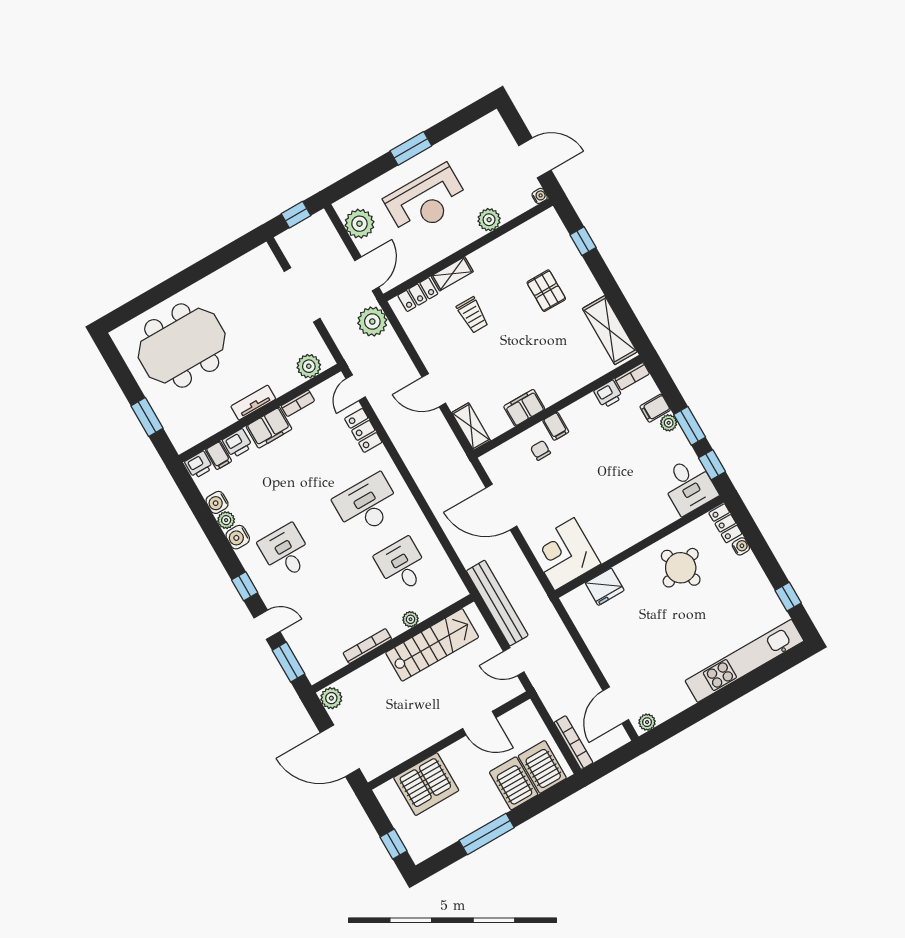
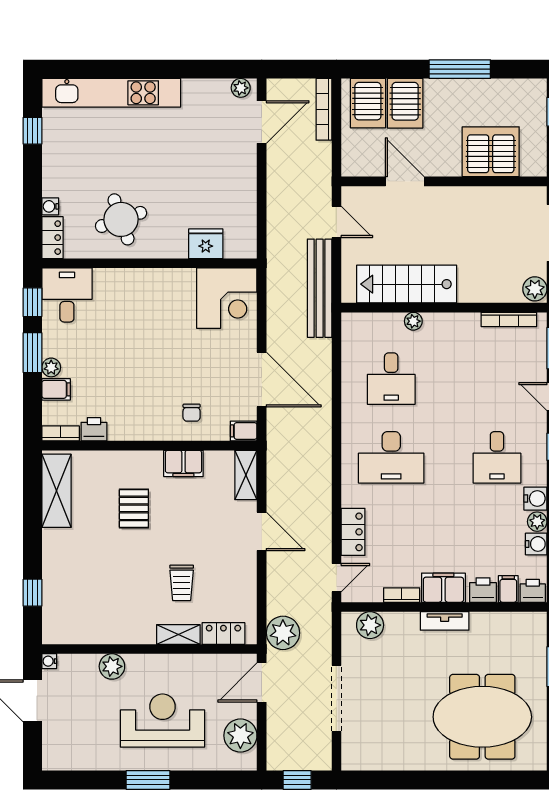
pallet: (546, 291) -> (134, 508), moved
trolley: (473, 315) -> (182, 583), turned 180
filing cabinet: (556, 426) -> (244, 431), moved, turned -90
bookcase: (367, 646) -> (509, 319), moved

